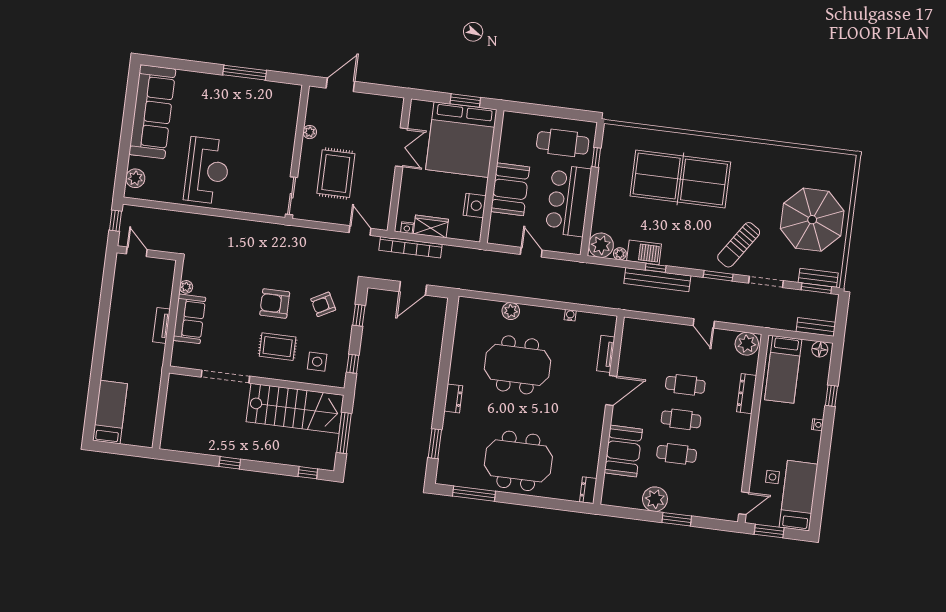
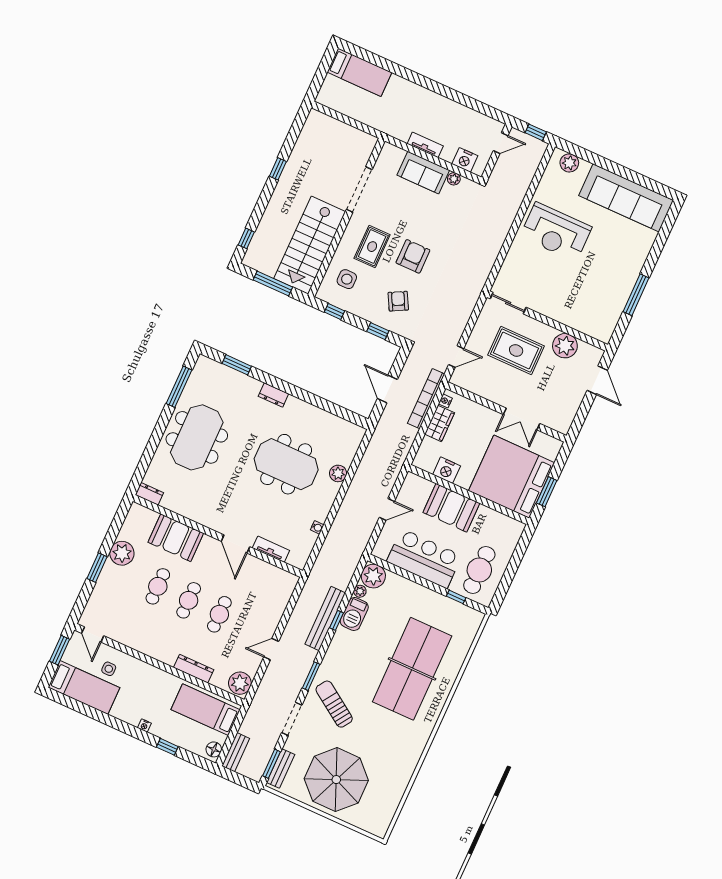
plant: (310, 132) -> (565, 346), width x1.88, depth x1.88
nightstand: (164, 282) -> (465, 160), added
meeting table: (517, 365) -> (286, 464), turned 90

